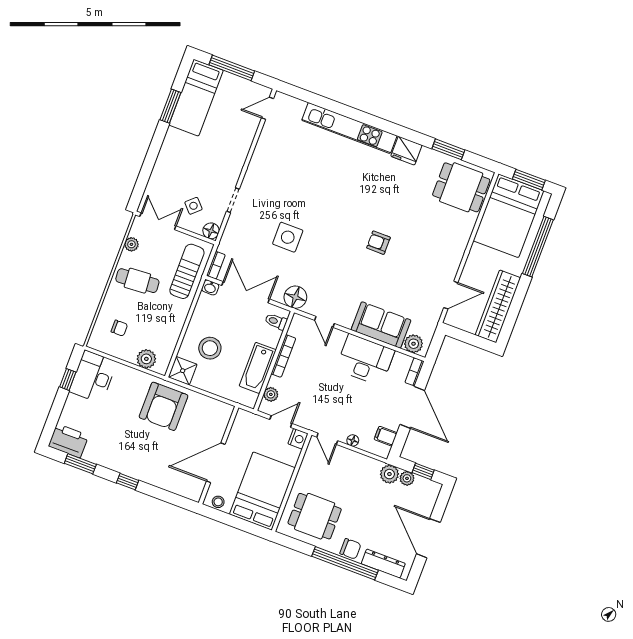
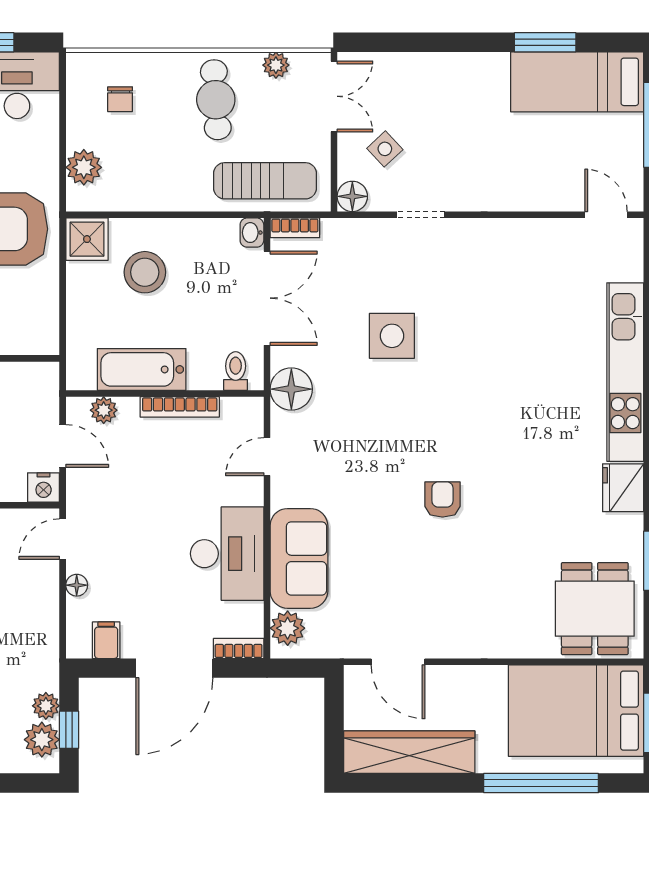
plant: (389, 474) -> (42, 740), moved

